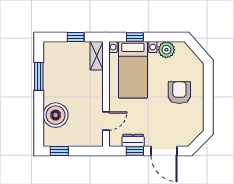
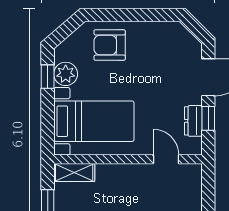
window: (135, 37) -> (48, 77), moved
armchair: (179, 93) -> (110, 45), moved

